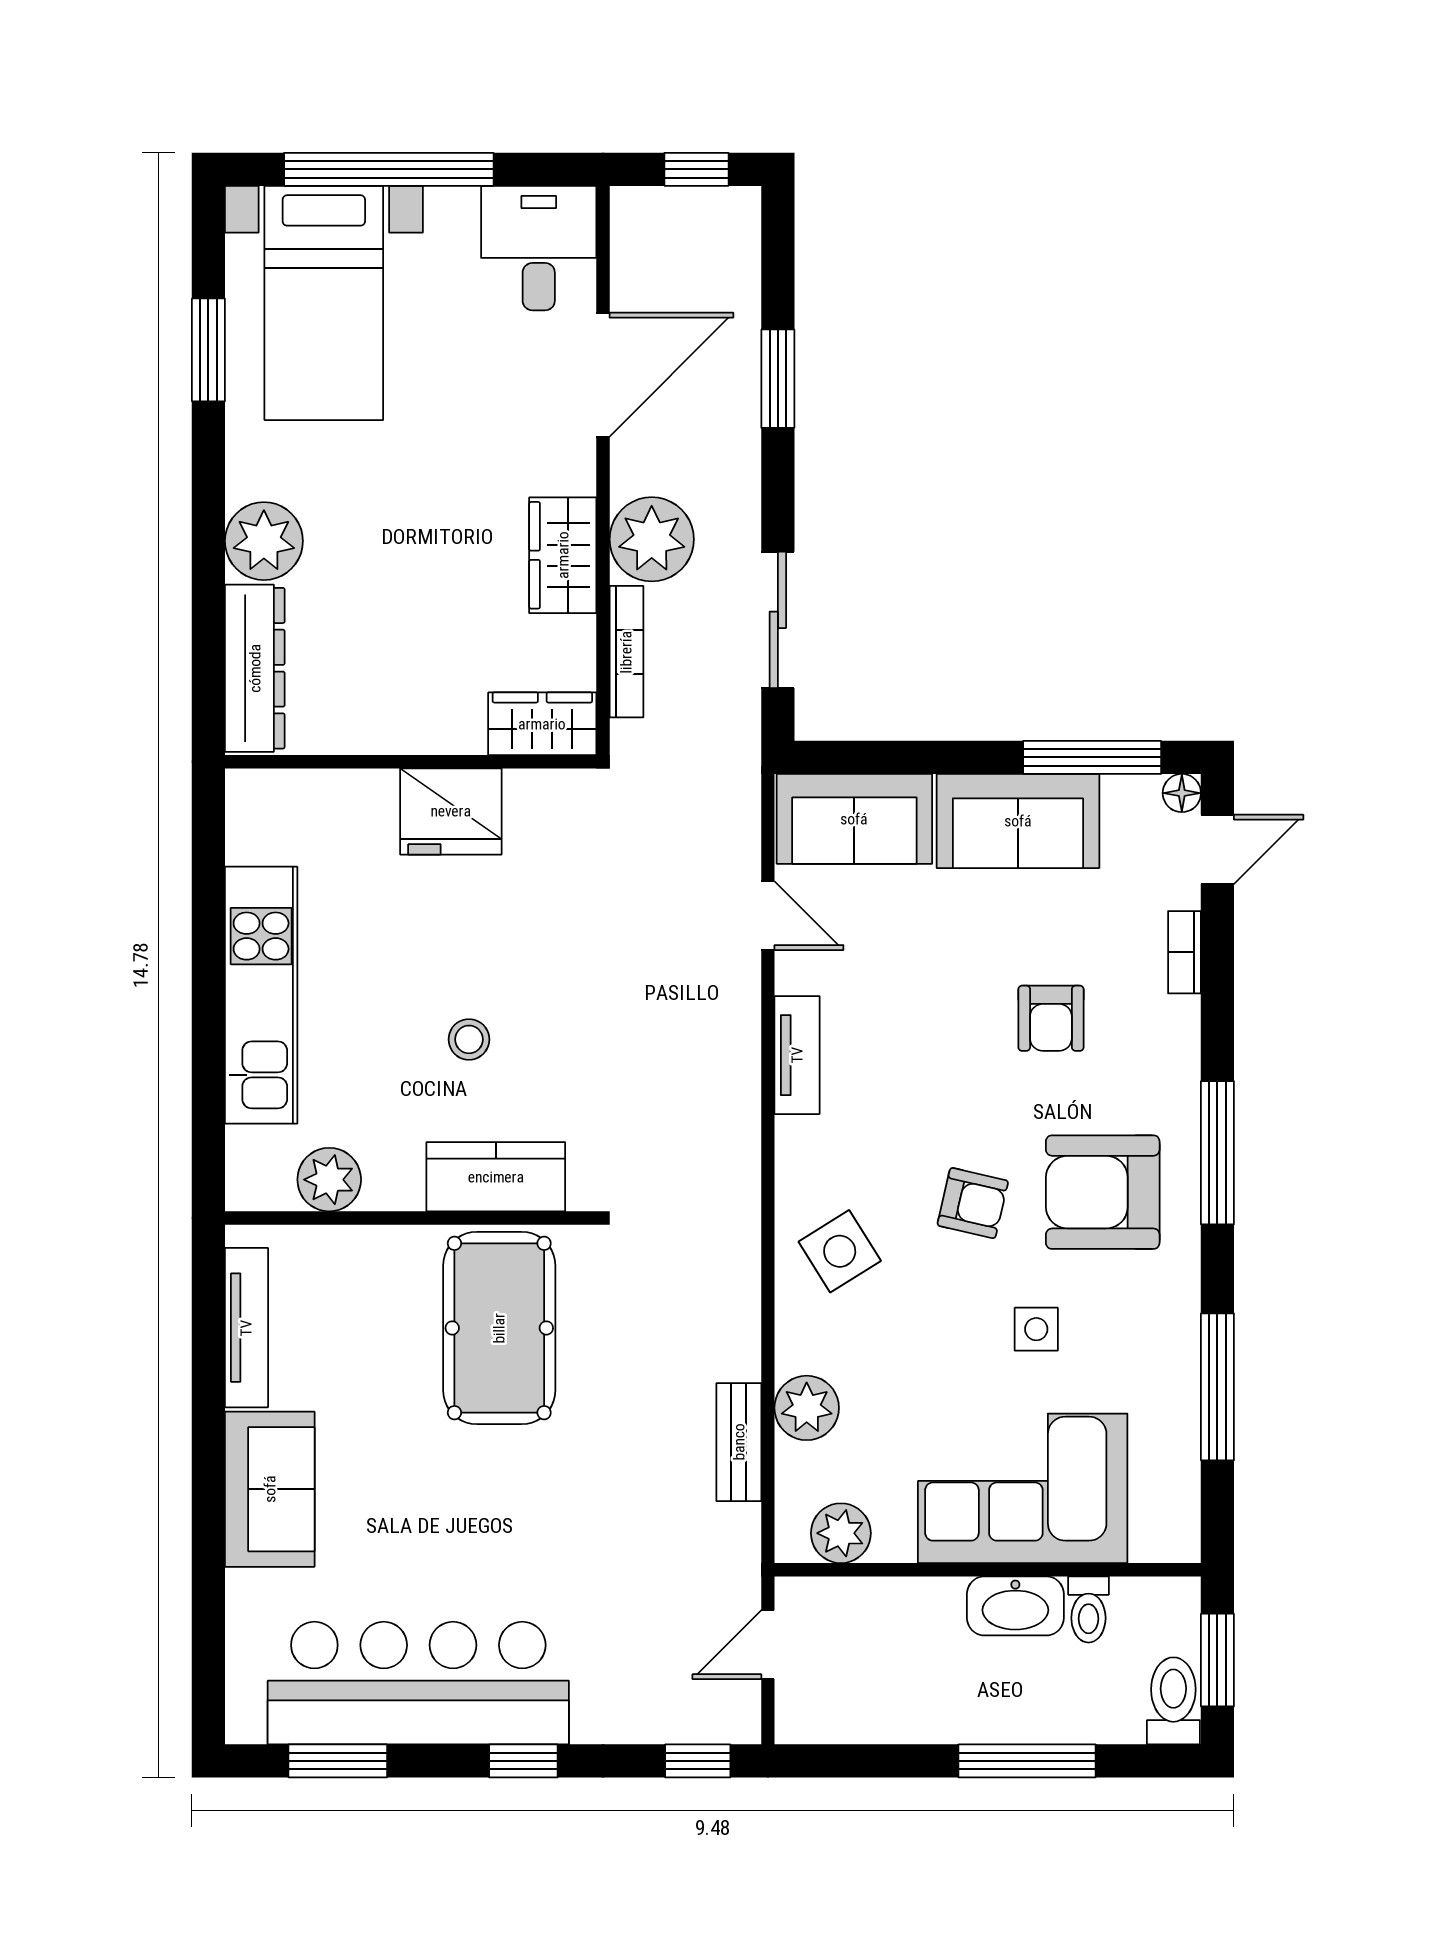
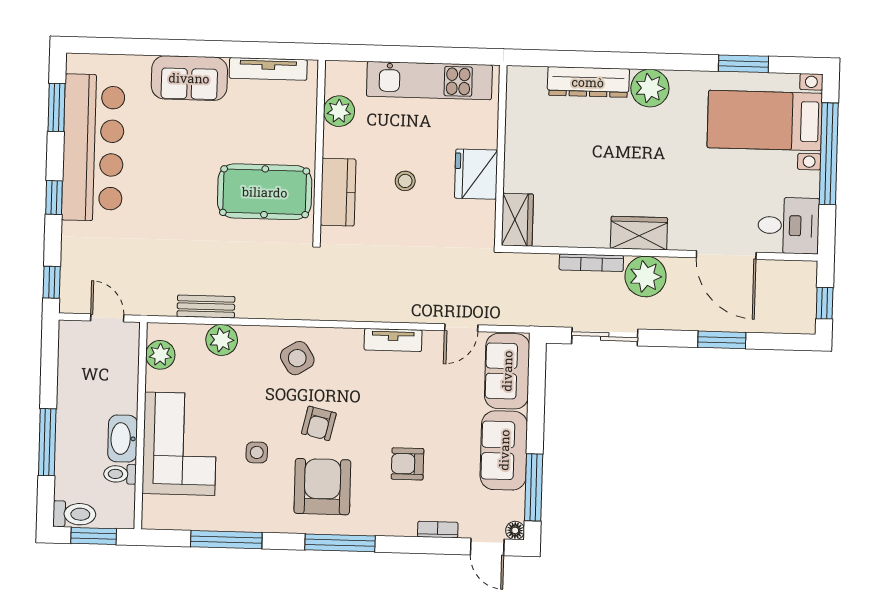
wardrobe: (542, 724) -> (517, 220), moved
wall: (411, 762) -> (501, 155), moved
fridge: (451, 811) -> (476, 174), moved

